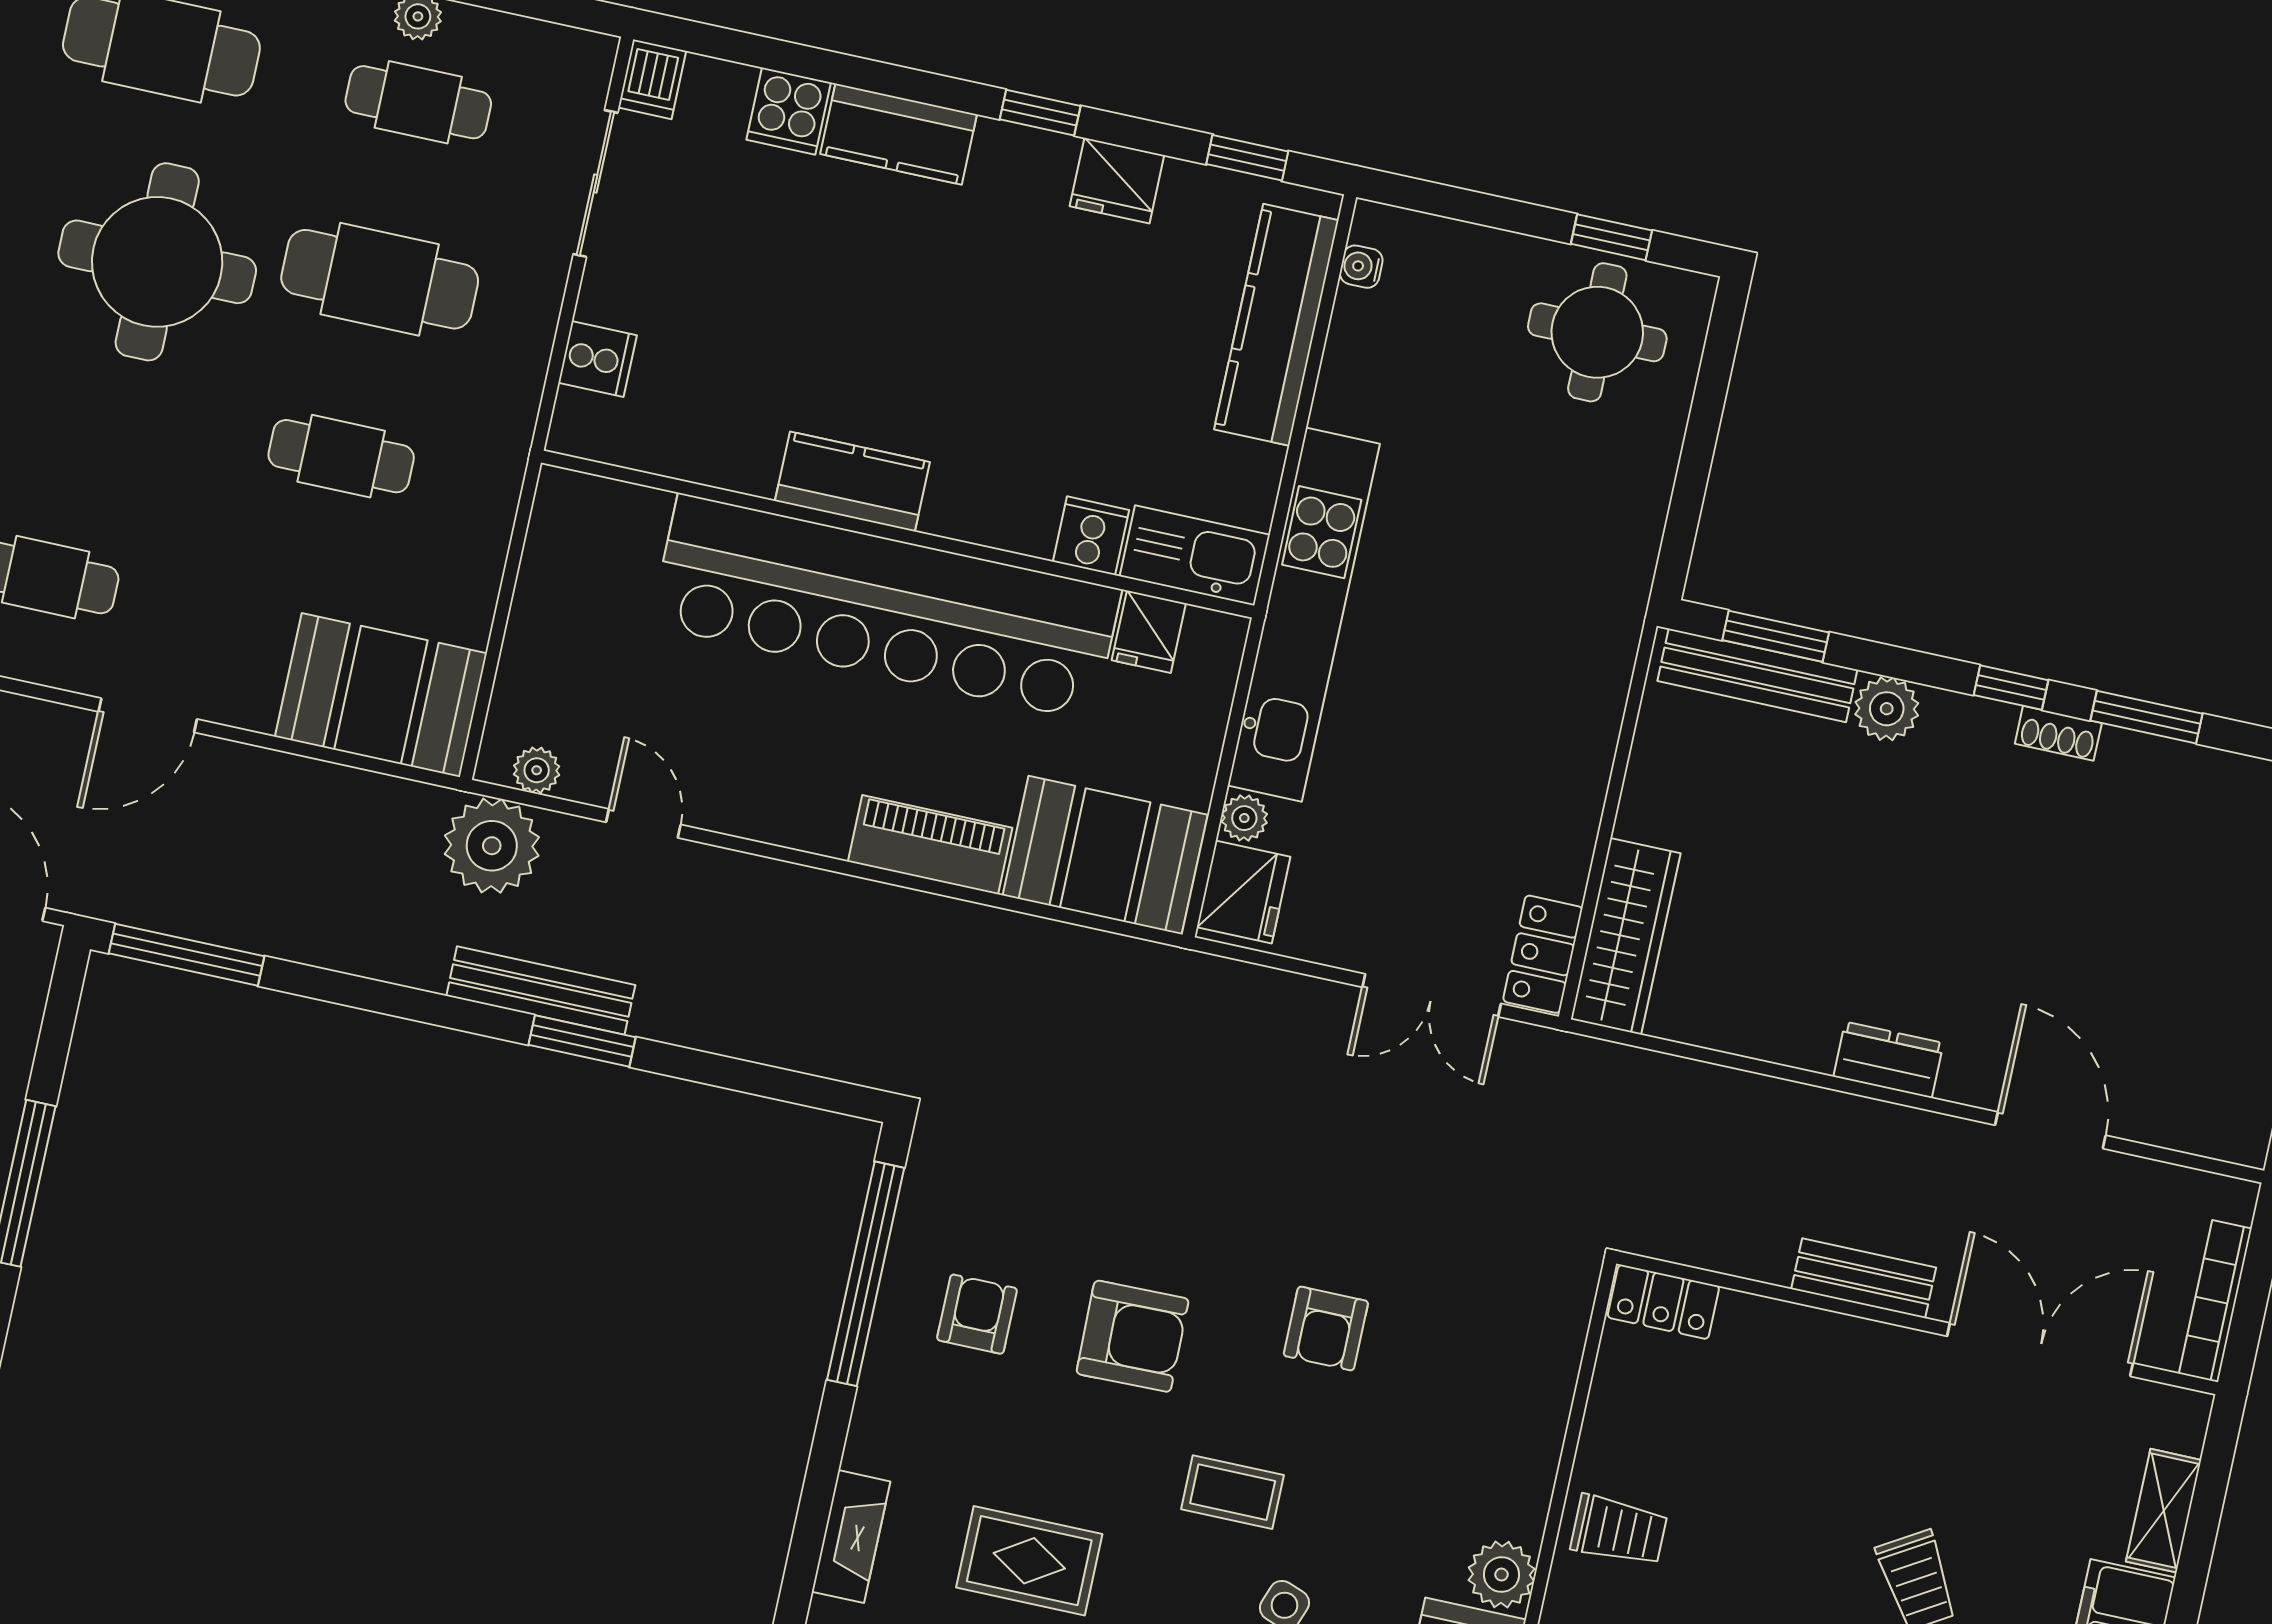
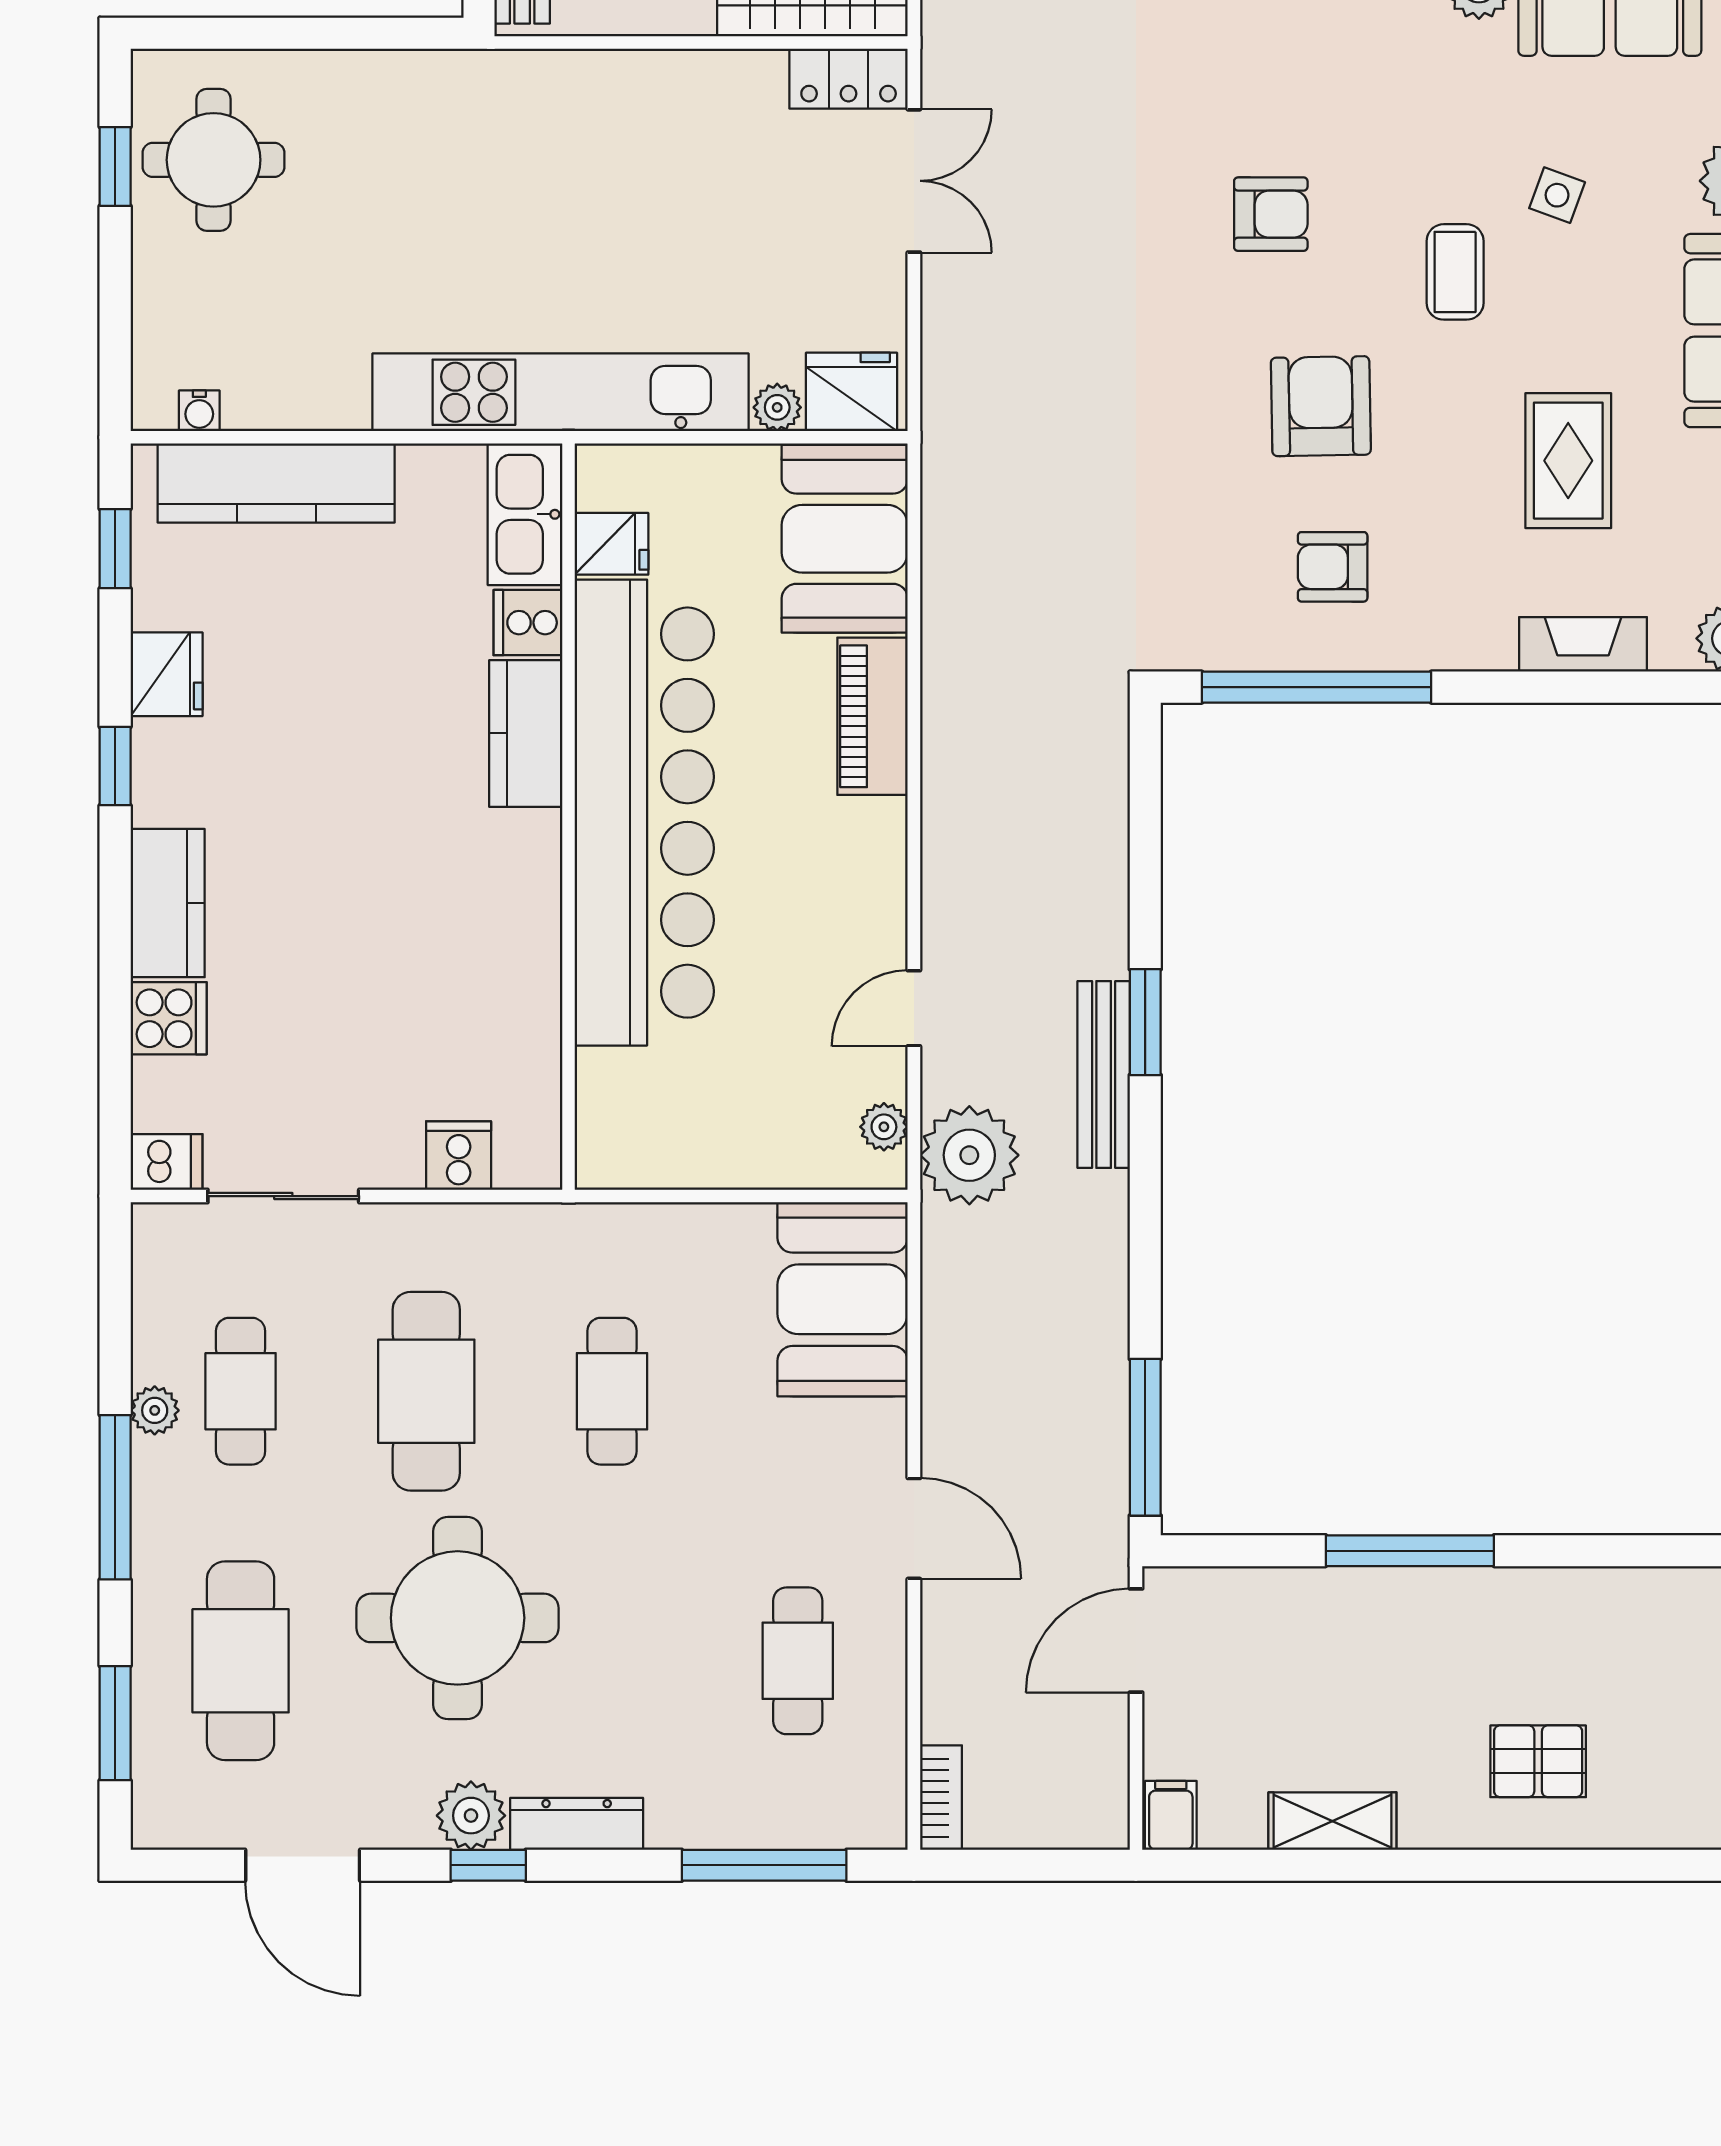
kitchen counter: (852, 481) -> (526, 733), moved

